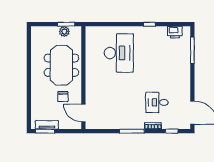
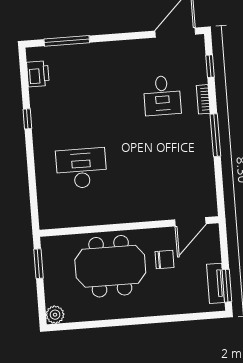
plant: (64, 31) -> (55, 315), moved
desk: (119, 53) -> (81, 168), width x0.73, depth x0.77

